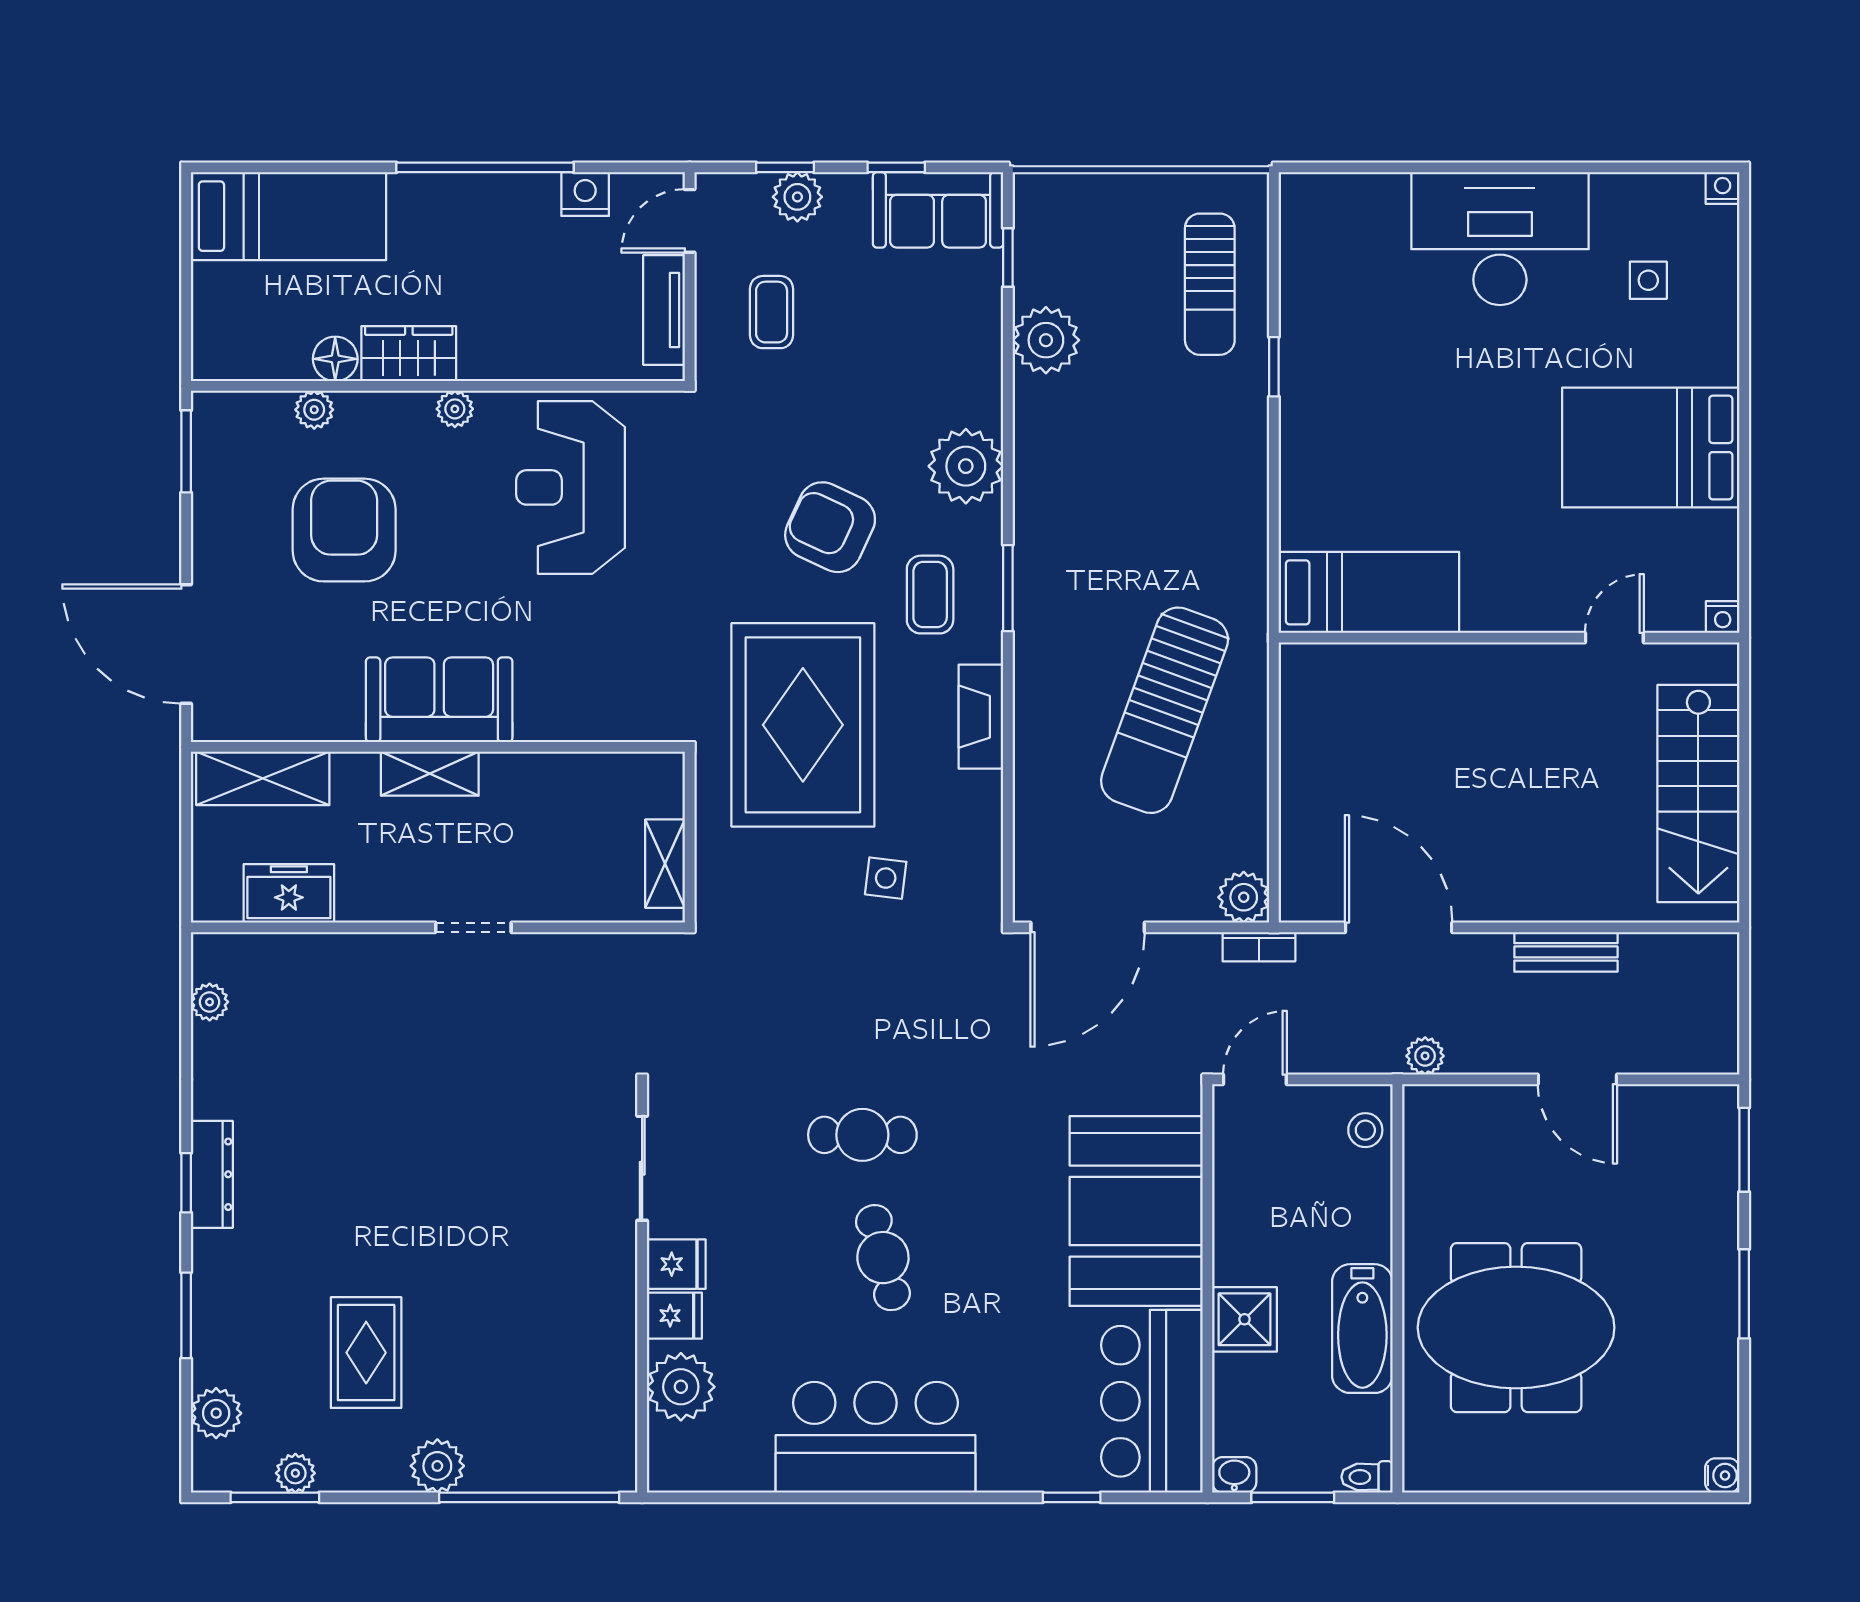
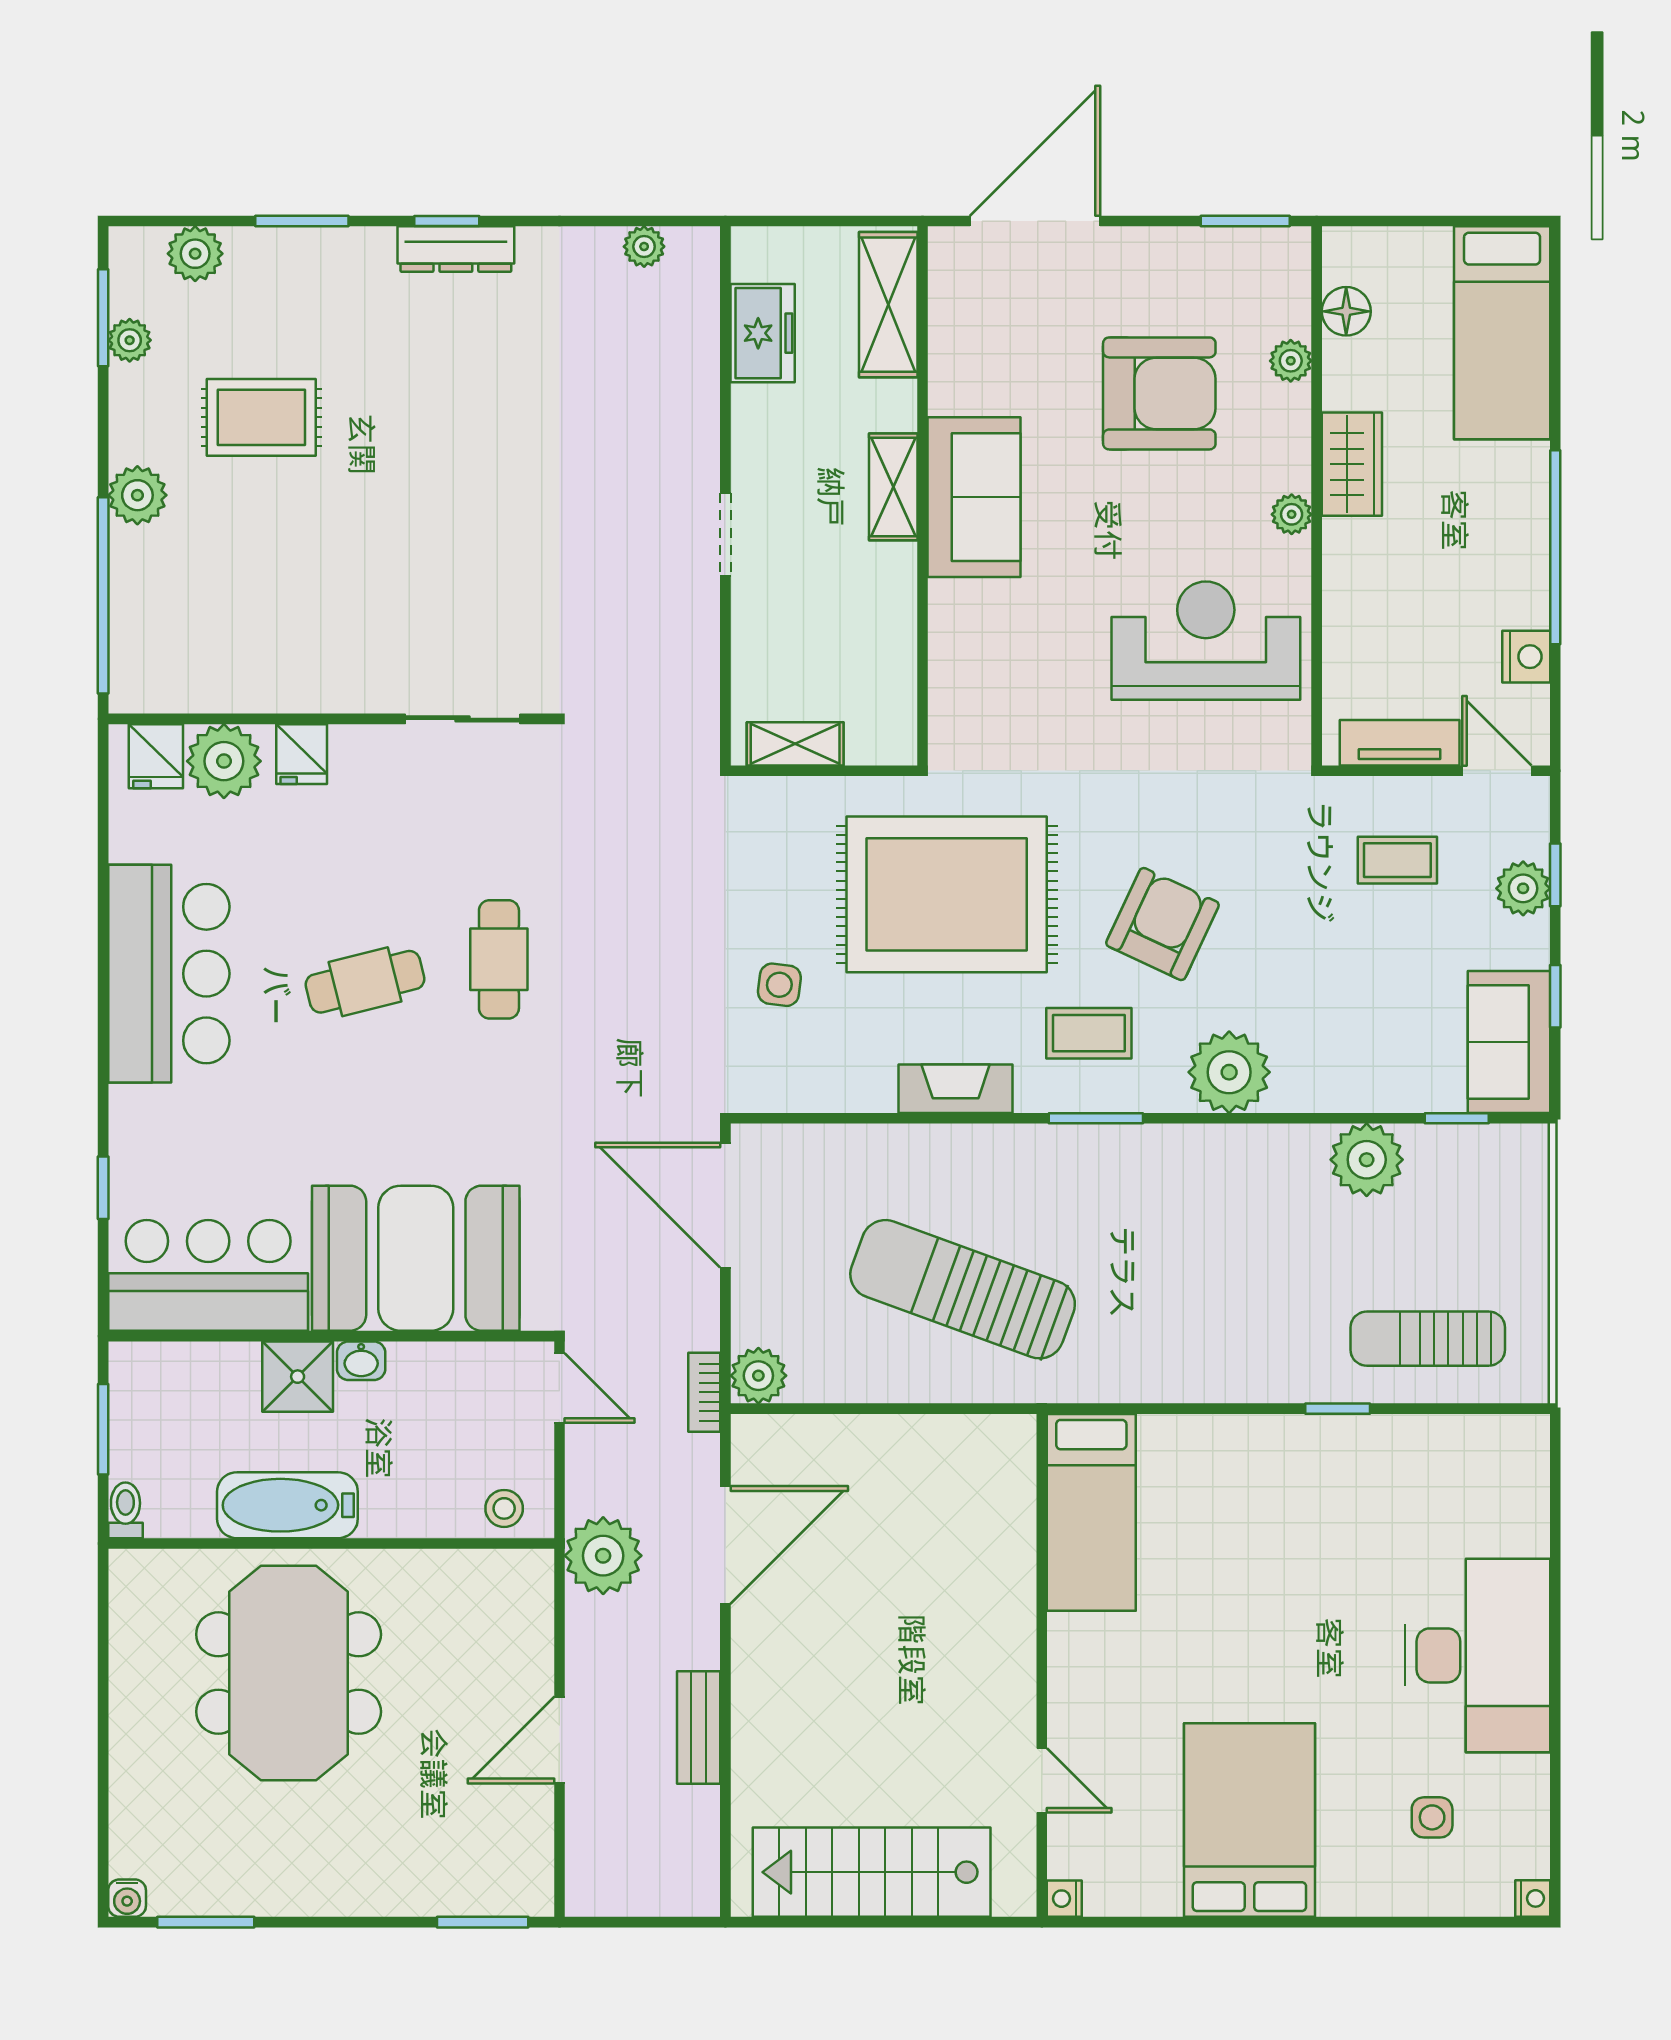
floor lamp: (335, 359) -> (1346, 311), moved
plant: (1425, 1056) -> (603, 1556), width x1.87, depth x1.87
fridge: (676, 1264) -> (156, 756), moved
window: (1744, 1294) -> (206, 1922), moved
washbasin: (1234, 1475) -> (361, 1361), moved, turned 90

